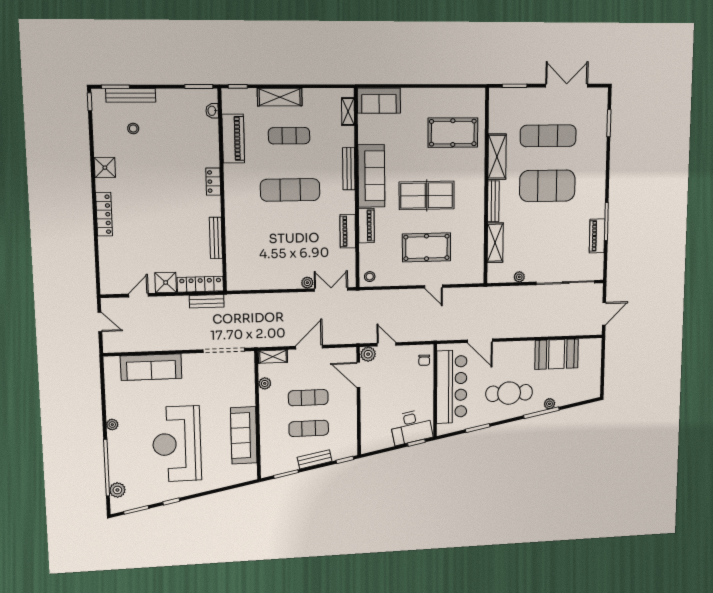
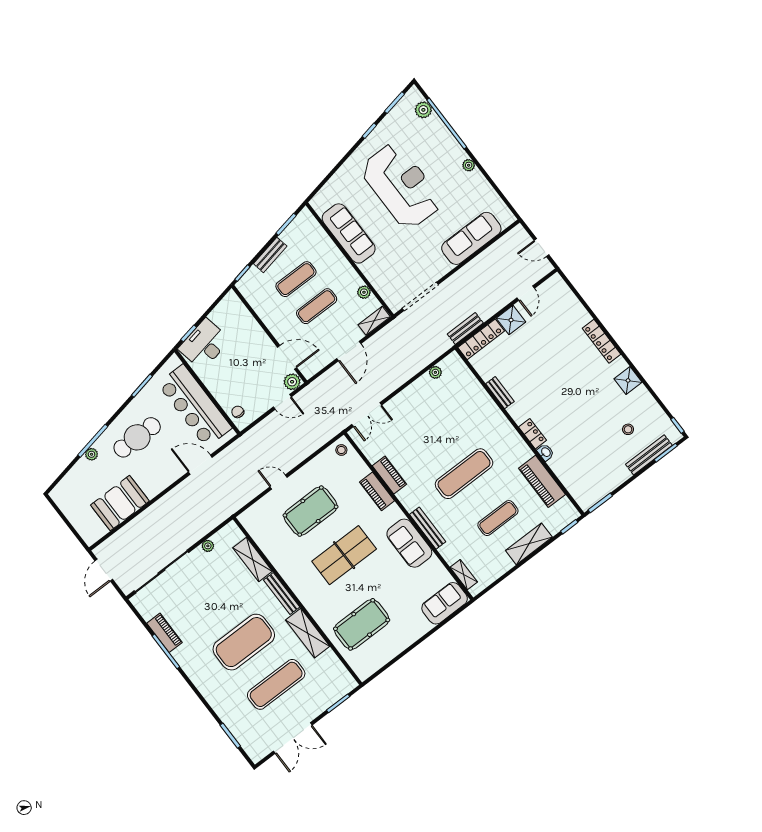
washbasin: (212, 111) -> (546, 452), moved
sofa: (371, 176) -> (409, 543), width x0.73
bench: (216, 238) -> (500, 393), width x0.73
plant: (307, 283) -> (435, 372), moved

